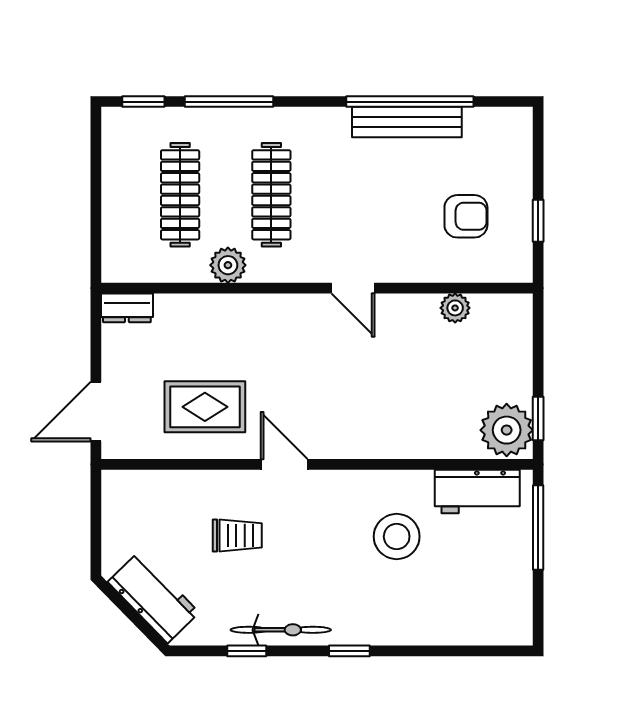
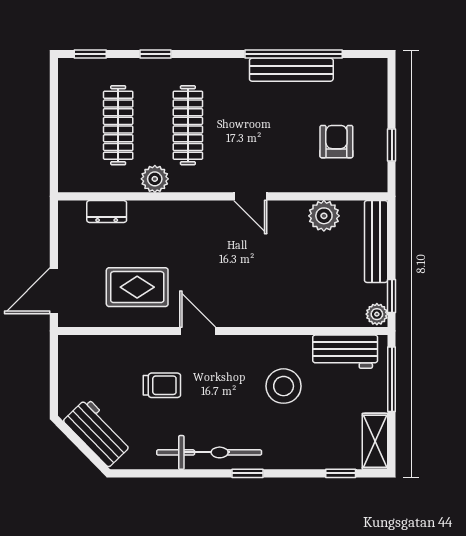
window: (229, 102) -> (156, 54), width x0.46
armchair: (466, 216) -> (336, 142), turned -90
dresser: (127, 308) -> (107, 212), moved
plant: (455, 308) -> (324, 216), width x1.38, depth x1.38
bench: (518, 347) -> (376, 241), added
plant: (507, 430) -> (377, 314), width x0.53, depth x0.53
shelving: (516, 609) -> (375, 441), added
bicycle: (281, 630) -> (209, 452), width x1.37, depth x1.40
window: (247, 651) -> (341, 473), moved

